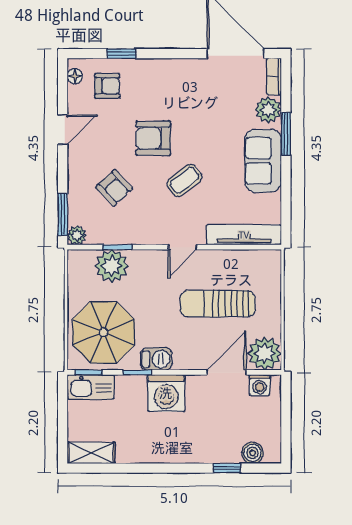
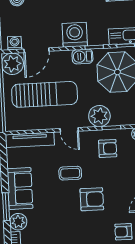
coffee table: (184, 180) -> (70, 173), turned 38
armchair: (114, 188) -> (108, 148), moved, turned 133
door: (182, 247) -> (69, 130), swing flipped
plant: (112, 266) -> (99, 116), moved
sun lounger: (218, 304) -> (45, 94), width x1.36, depth x1.34

